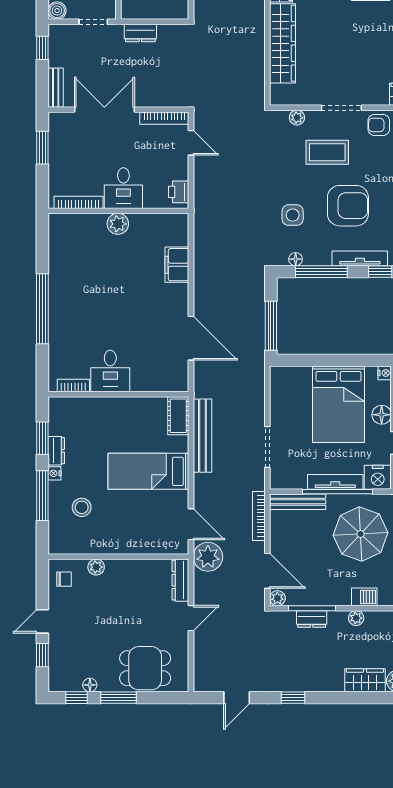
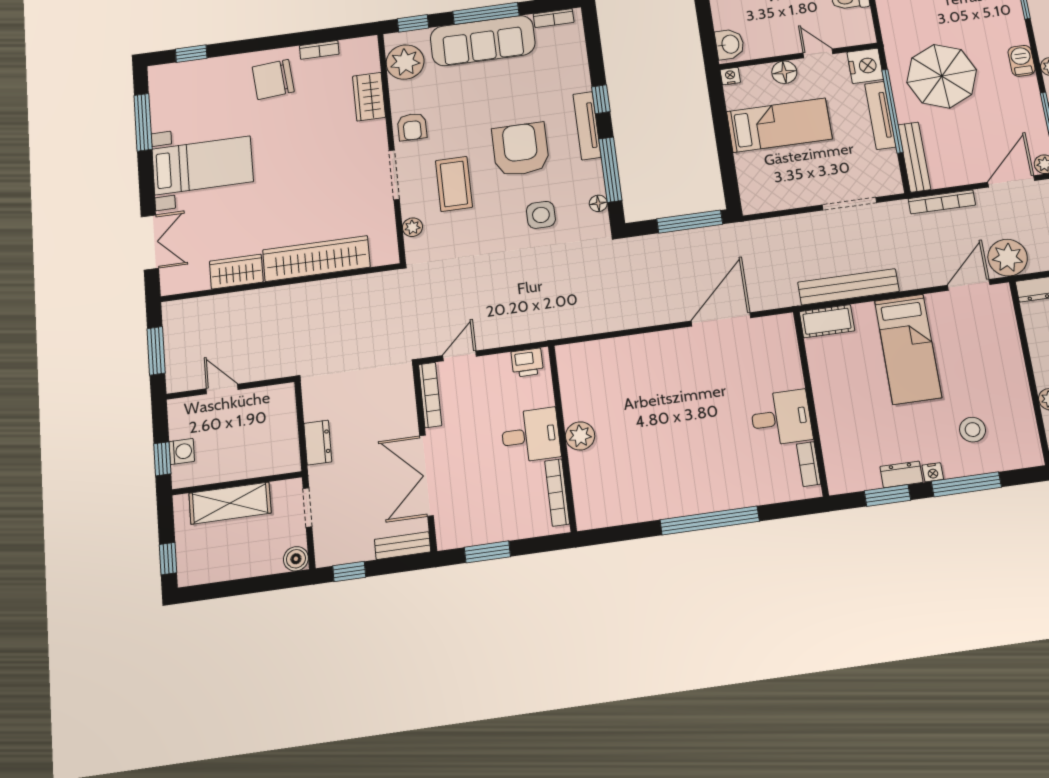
filing cabinet: (177, 265) -> (625, 351), removed
bed: (339, 404) -> (779, 125), width x0.67

